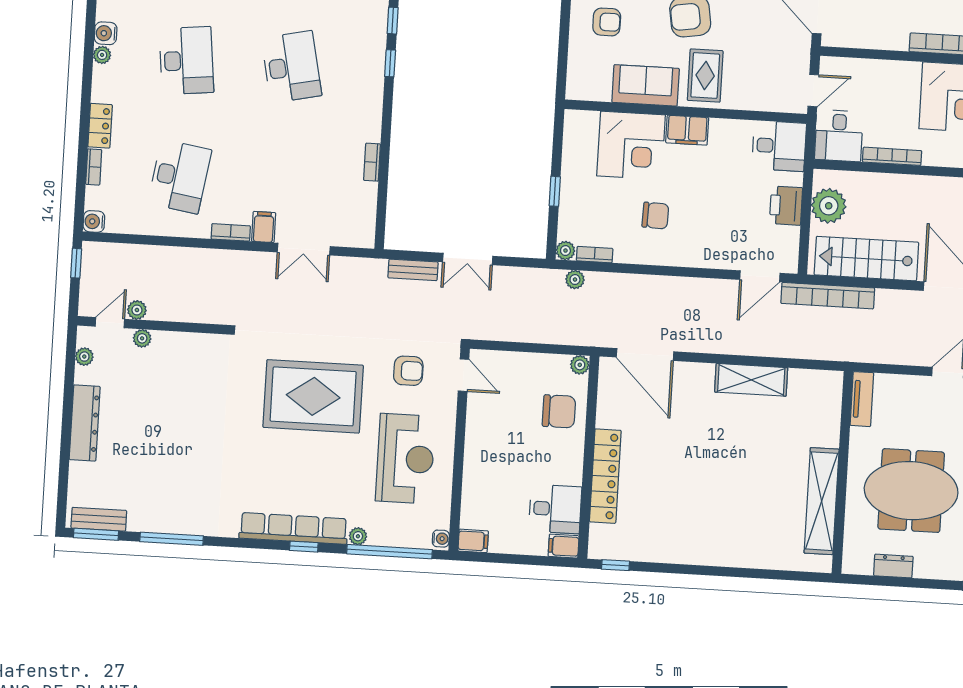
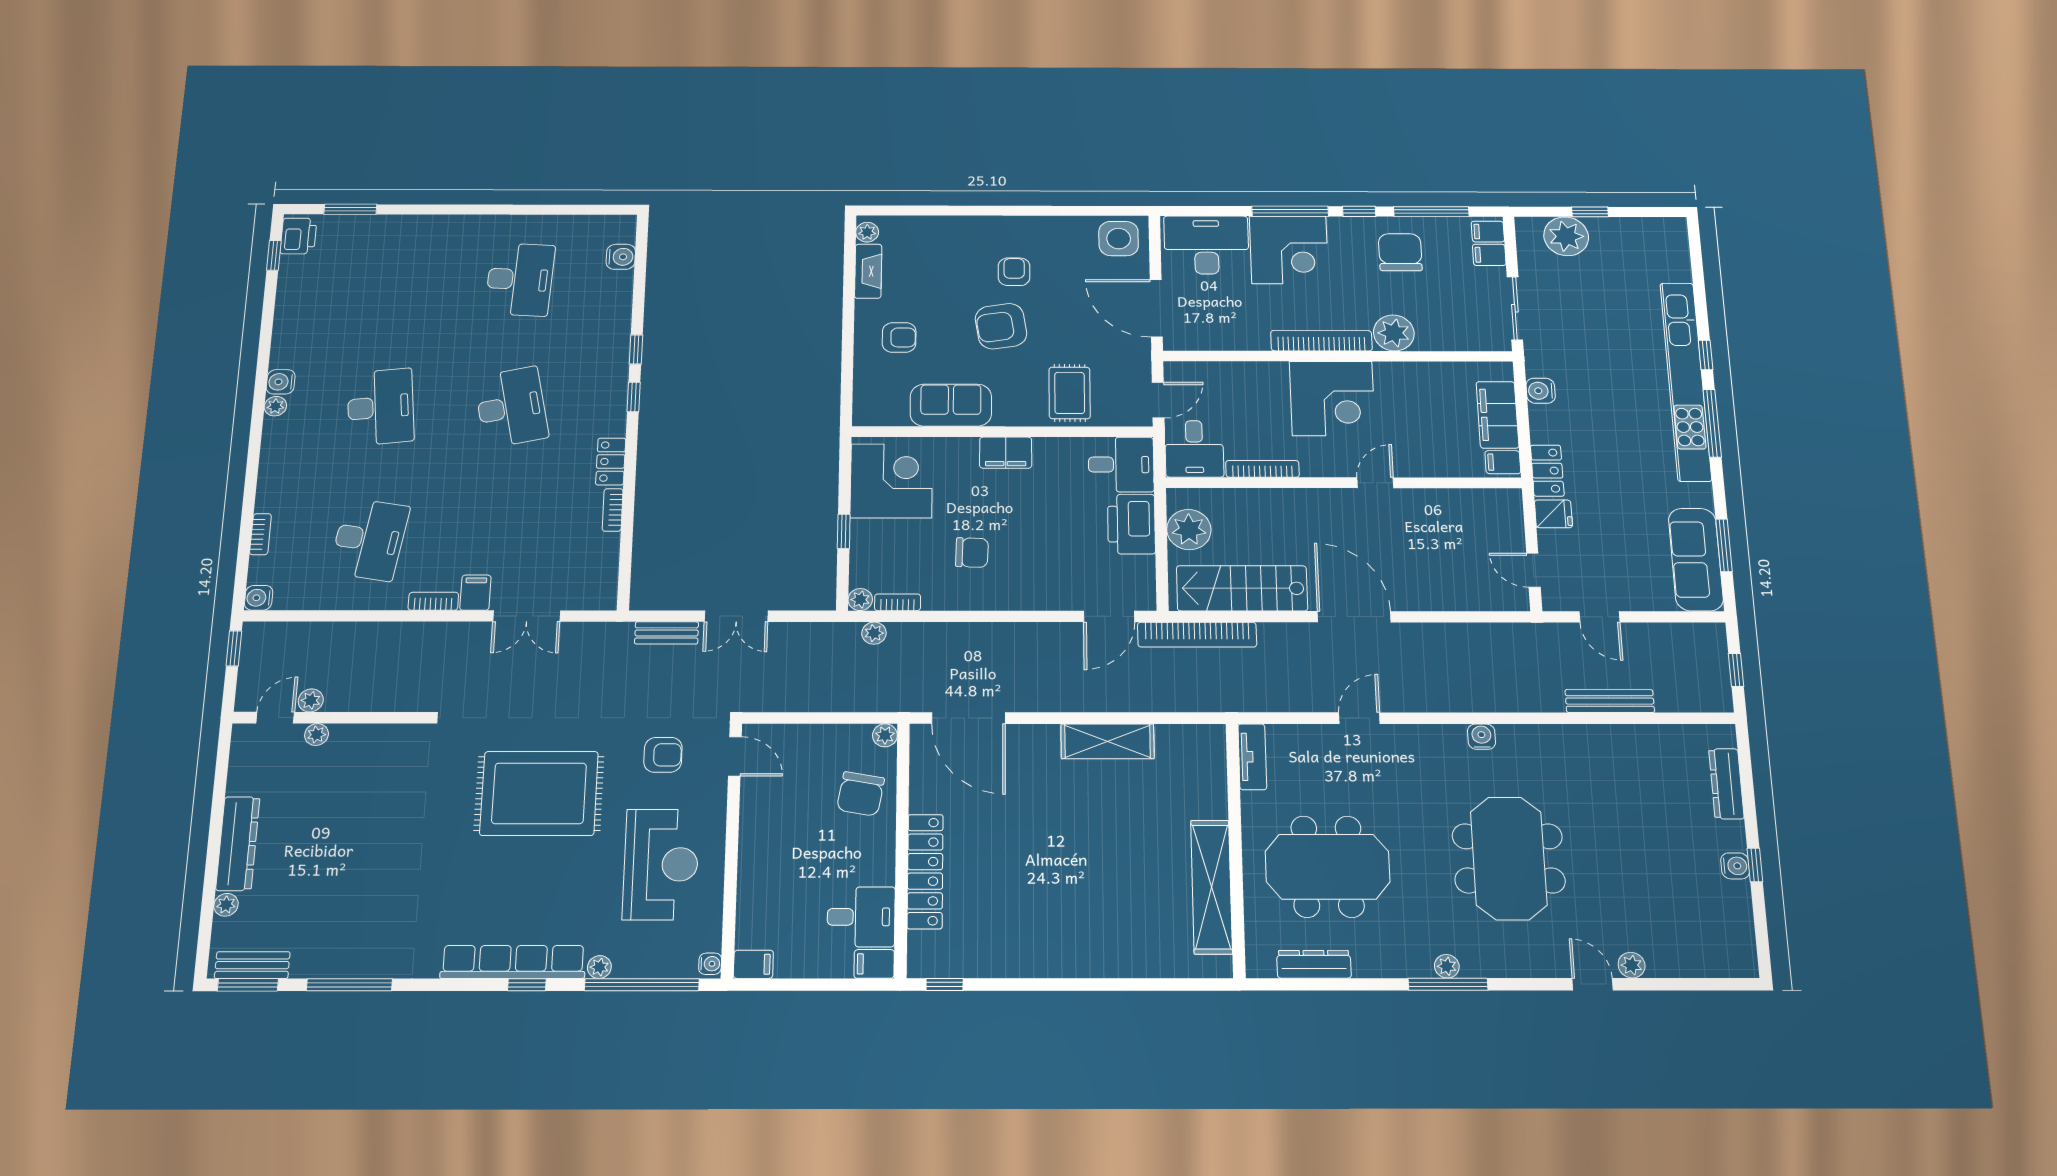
rug: (705, 76) -> (1070, 393), moved
locker: (100, 126) -> (611, 462), moved, turned 180
corner desk: (631, 145) -> (891, 481), moved, turned -90
printer: (786, 206) -> (1131, 524), width x1.37, depth x1.19
plant: (84, 357) -> (226, 905), moved
chair: (559, 411) -> (861, 794), turned 100
dresser: (893, 566) -> (1314, 964), width x1.44

